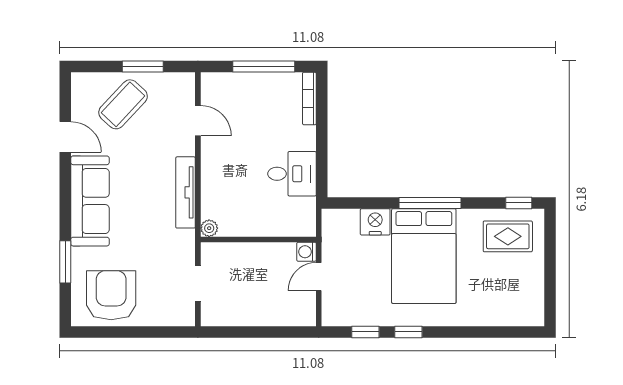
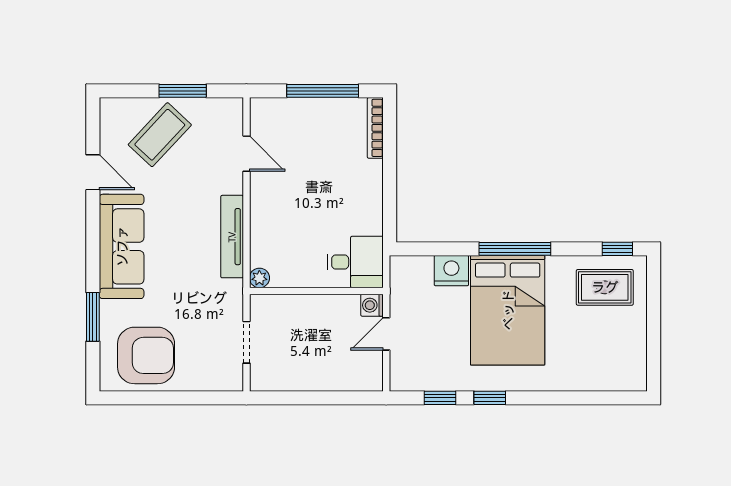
desk: (292, 174) -> (355, 262), moved
armchair: (111, 295) -> (146, 355), turned 90

